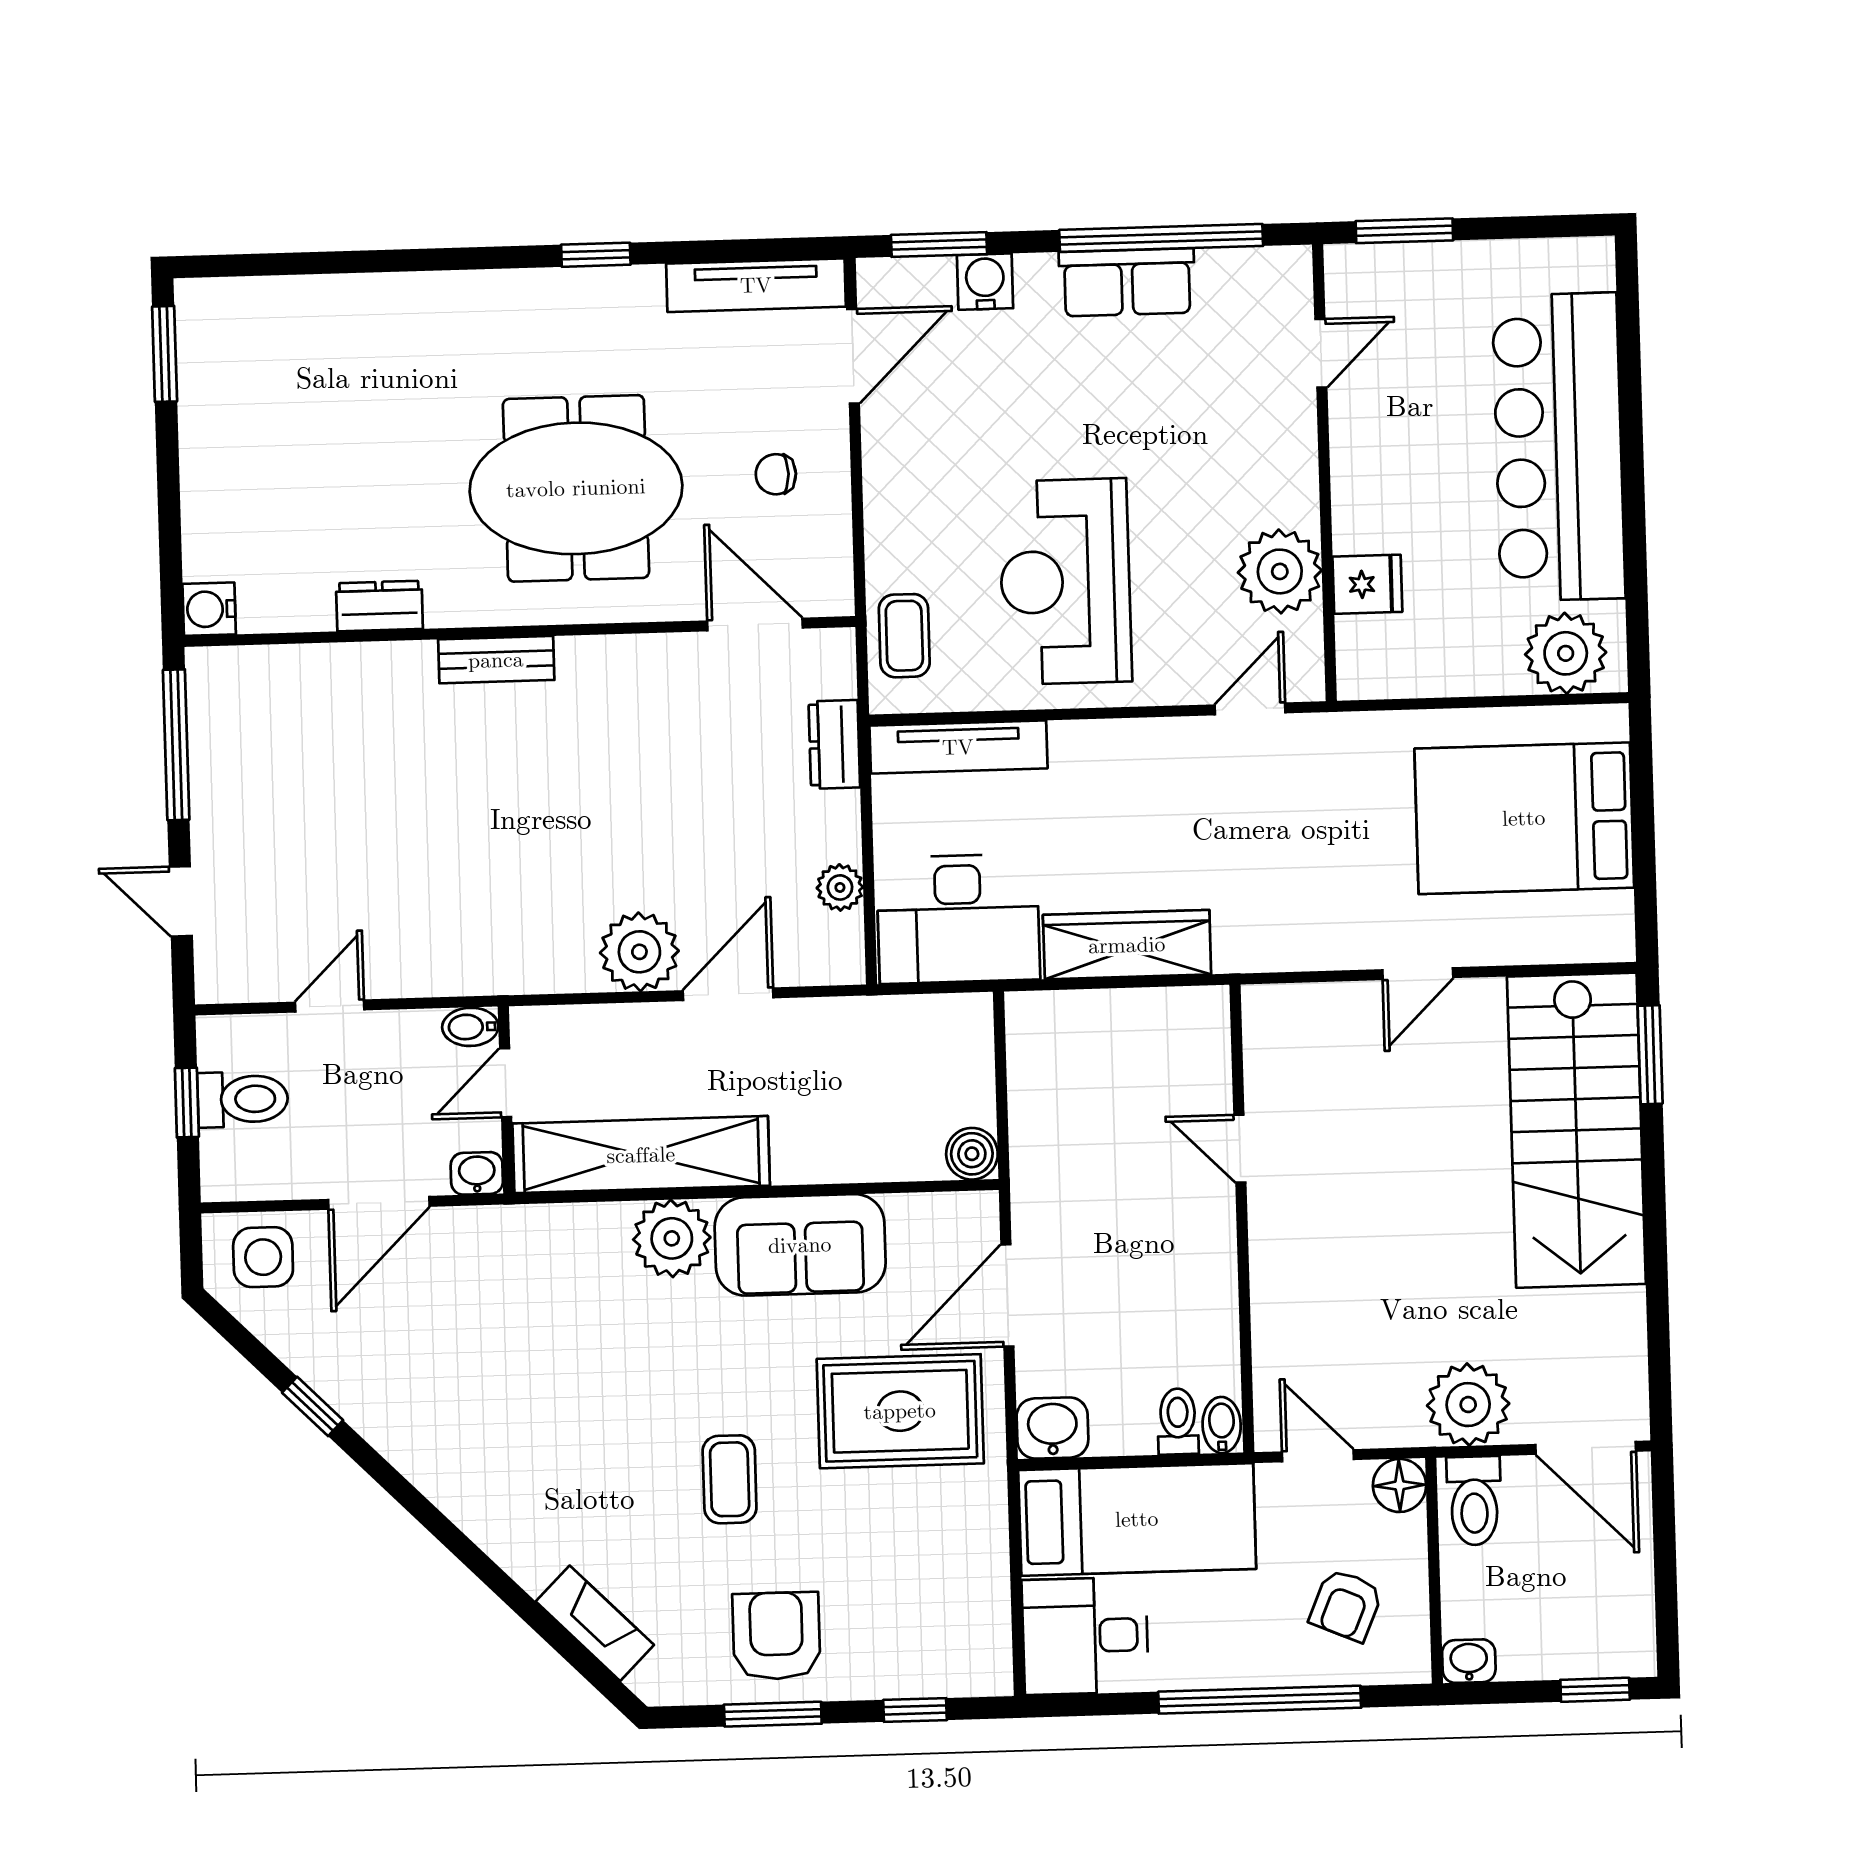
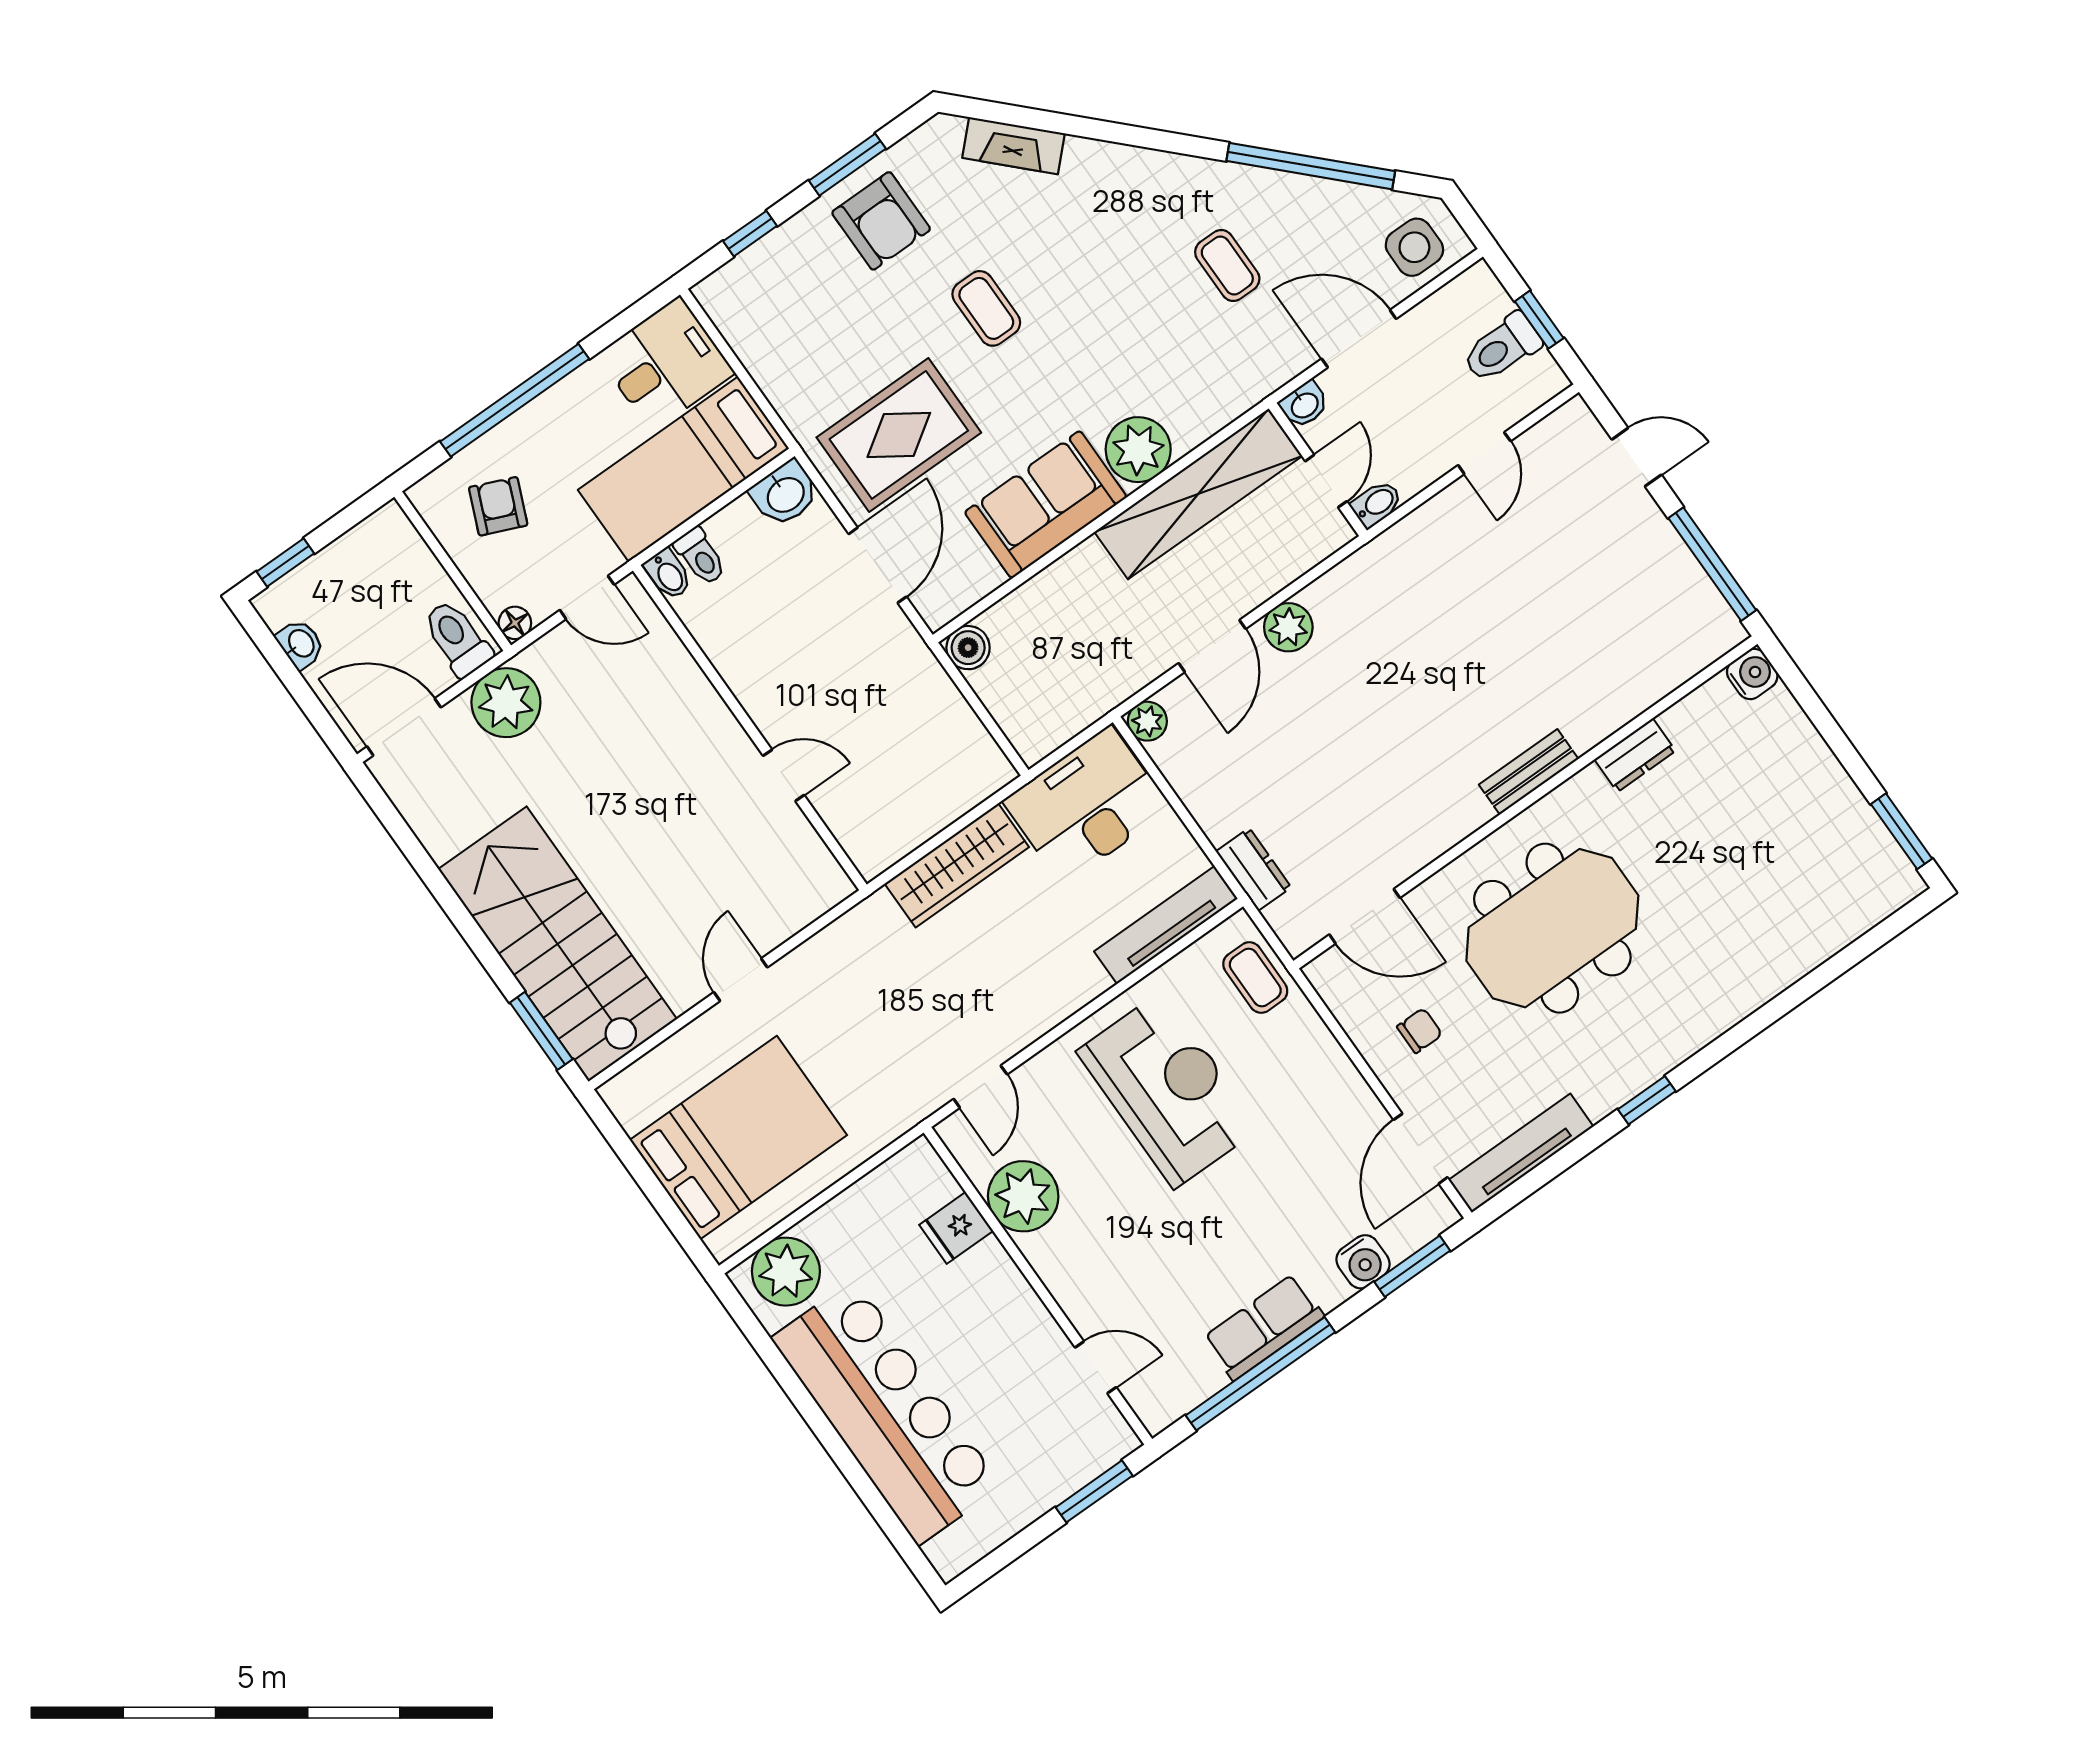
door: (1321, 353) -> (1096, 1367), swing flipped
plant: (840, 887) -> (1147, 721), moved
plant: (639, 952) -> (1288, 627), width x0.73, depth x0.73
door: (379, 1203) -> (1359, 339), hinge flipped
coffee table: (461, 1363) -> (1227, 265), added
window: (313, 1406) -> (1311, 166), width x3.17
floor lamp: (1399, 1485) -> (515, 623), width x0.73, depth x0.73
washbasin: (1469, 1661) -> (300, 644), moved, turned -90

